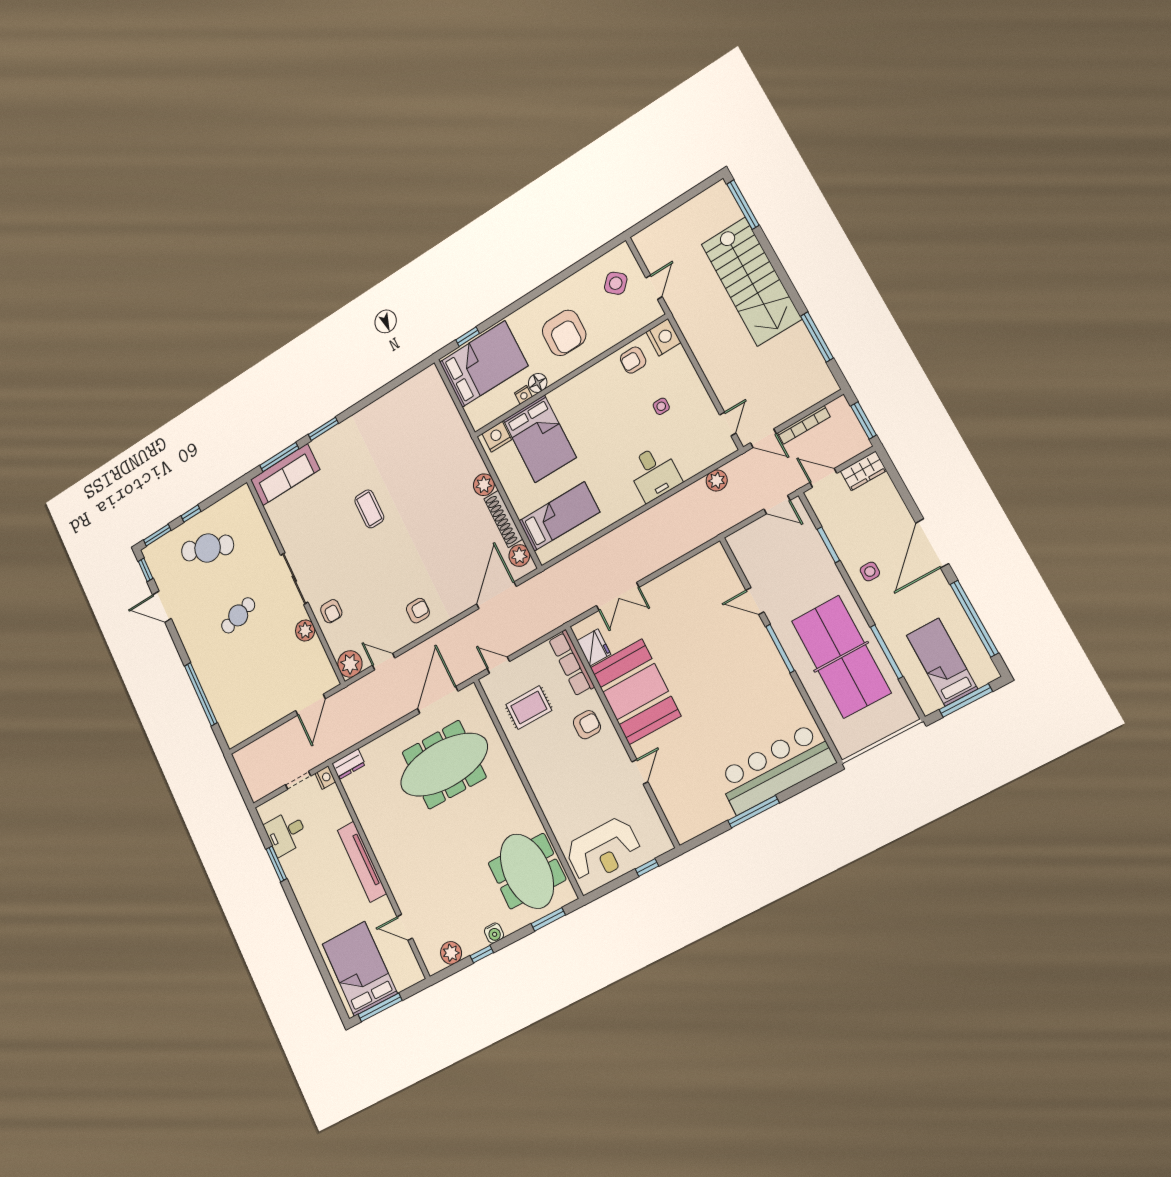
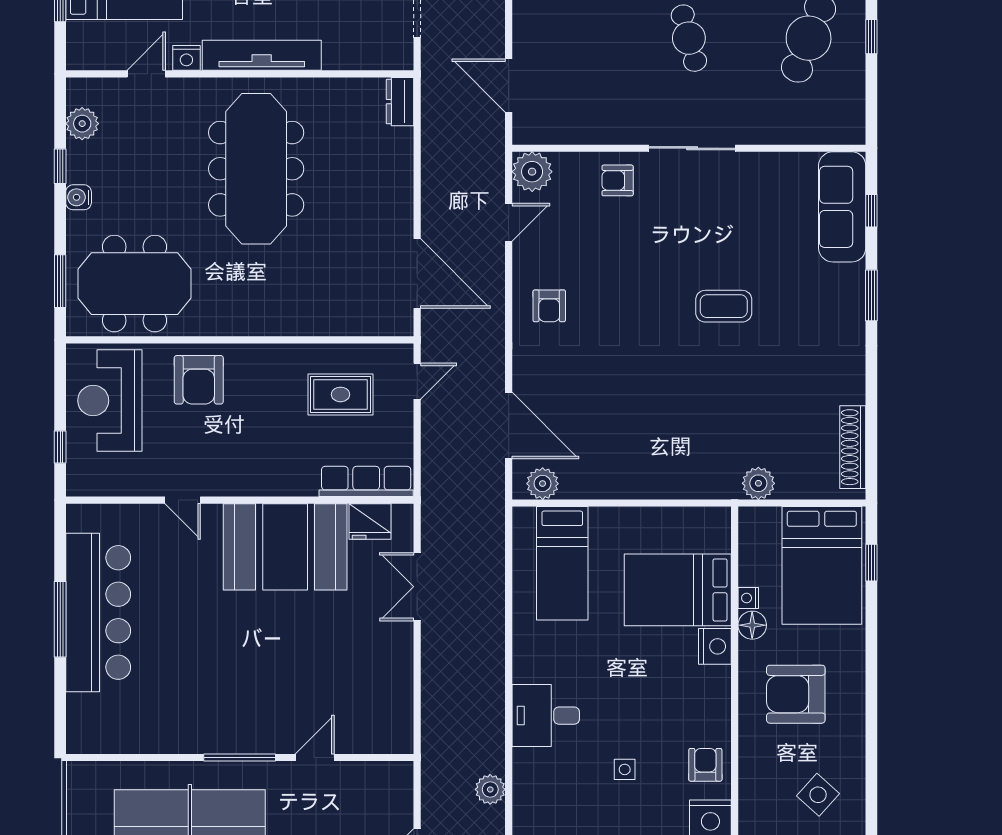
nightstand: (497, 437) -> (715, 646), moved
window: (279, 457) -> (871, 211), width x0.46
plant: (484, 485) -> (758, 483), moved
shoe rack: (503, 519) -> (853, 447), moved, turned -90
plant: (305, 630) -> (613, 129), removed
rug: (529, 708) -> (340, 394), turned 90
armchair: (587, 725) -> (199, 380), moved, width x1.38, depth x1.38
meeting table: (444, 765) -> (256, 169), moved
bar counter: (776, 768) -> (98, 612), moved
nightstand: (325, 778) -> (186, 58), moved

